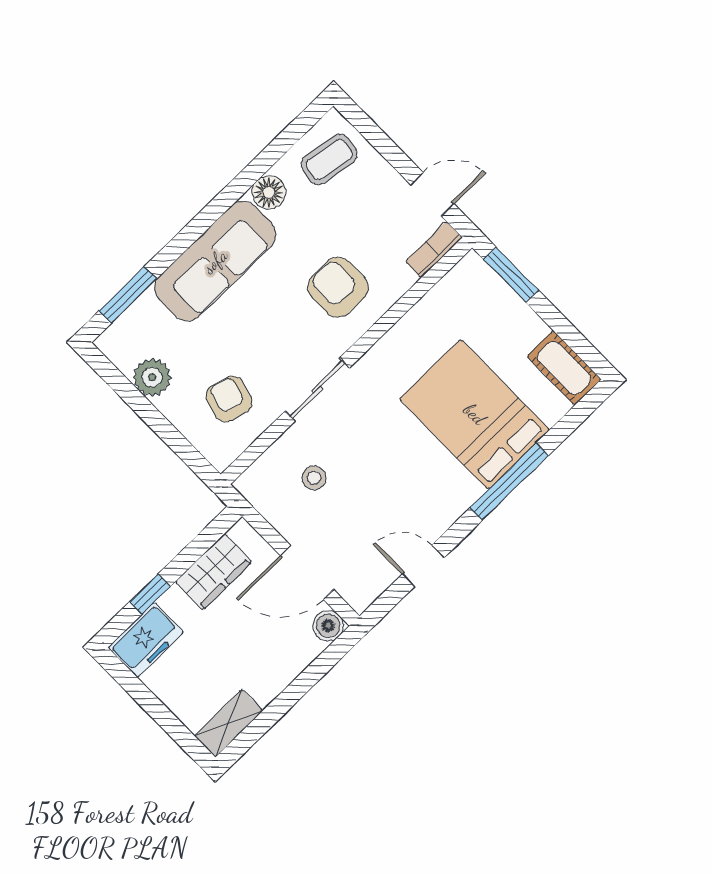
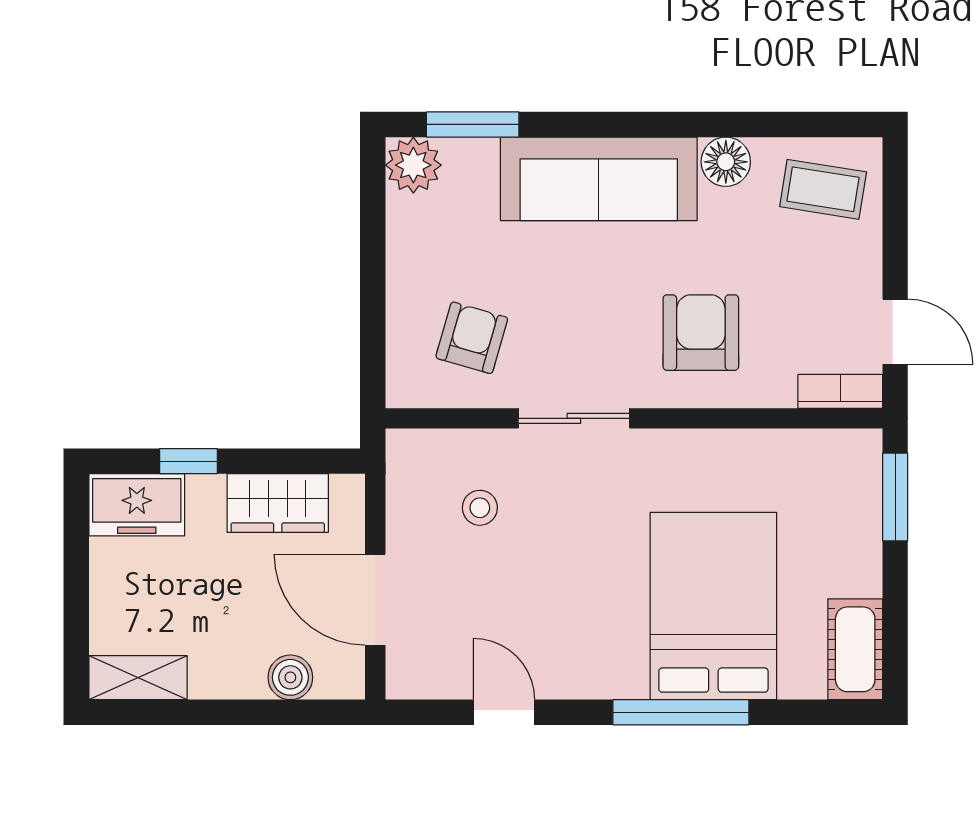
plant: (152, 377) -> (413, 165), moved
boiler: (328, 626) -> (290, 677), moved

